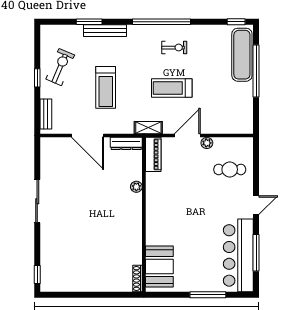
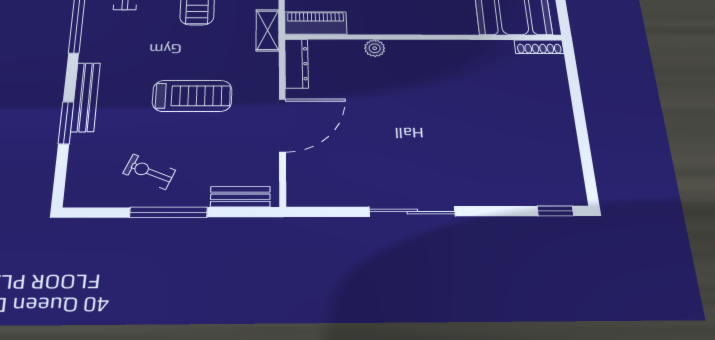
exercise bike: (60, 67) -> (149, 172), width x0.73, depth x0.72
window: (37, 78) -> (168, 212), width x2.17

